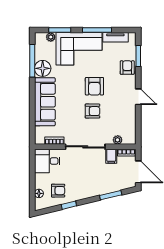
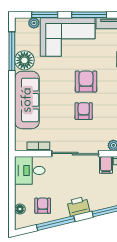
armchair: (94, 86) -> (86, 81), turned 180
armchair: (92, 111) -> (84, 111), turned -90
armchair: (58, 191) -> (43, 206), turned -90
printer: (88, 191) -> (78, 206), added
window: (69, 205) -> (56, 223), width x2.17

